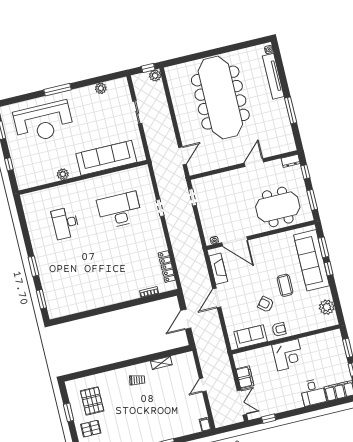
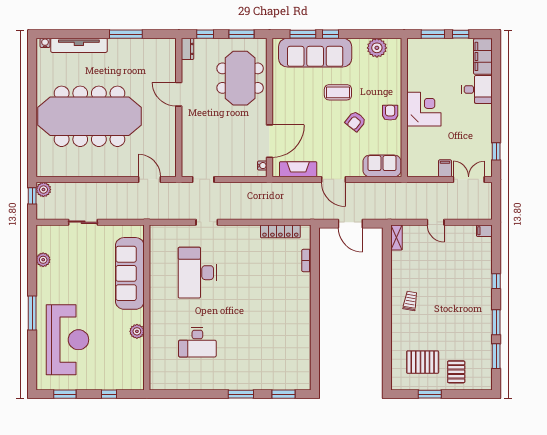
sofa: (251, 337) -> (382, 166), moved, turned 90
shelving: (161, 363) -> (397, 237), moved
filing cabinet: (245, 377) -> (445, 168), width x0.50

